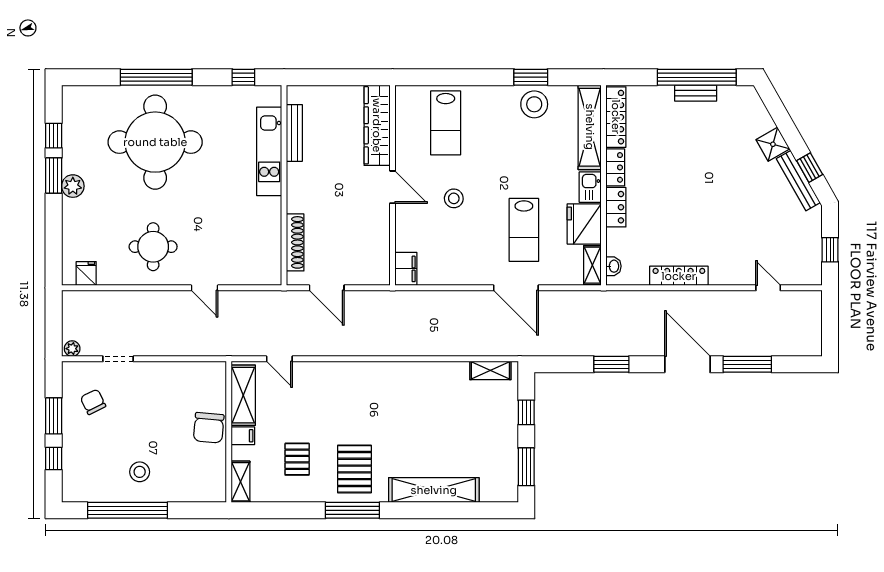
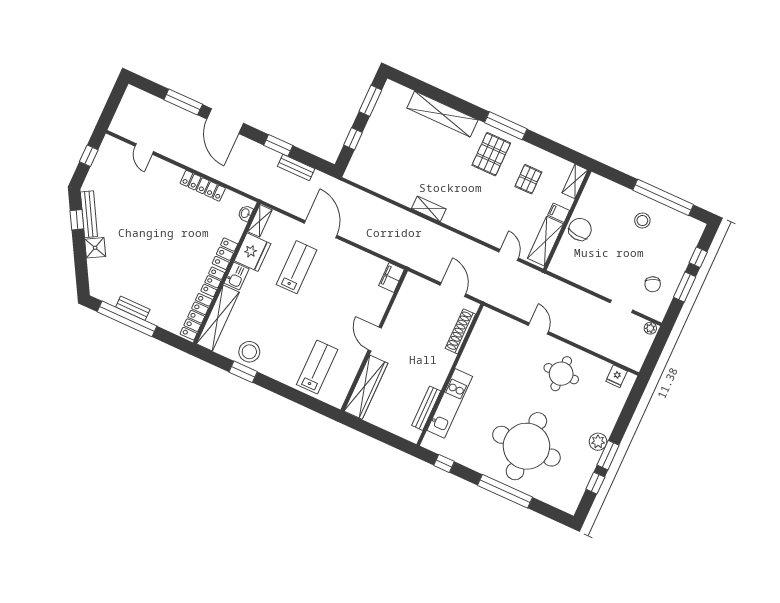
stool: (454, 198) -> (336, 312), removed
bench: (578, 348) -> (296, 168), added
shelving: (490, 370) -> (429, 209), moved

